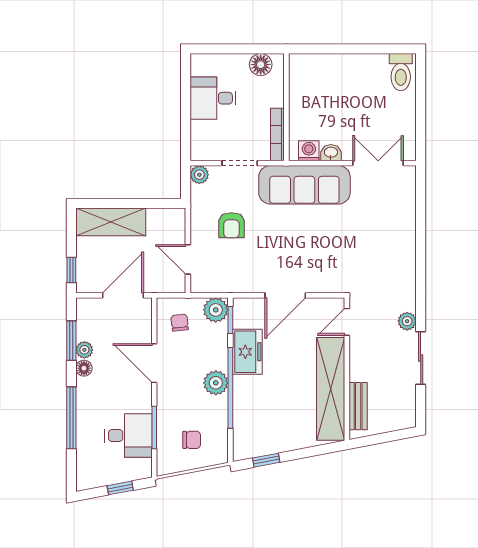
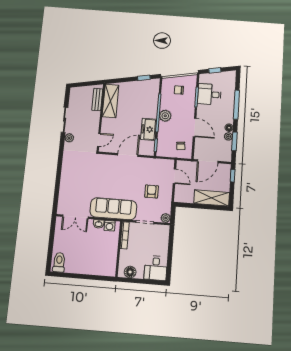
desk: (213, 98) -> (156, 268), moved, turned 90
plant: (216, 310) -> (163, 151), removed
shelving: (331, 389) -> (111, 101), width x0.68

